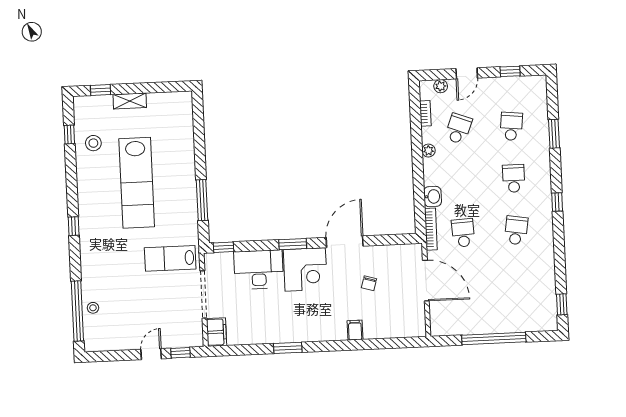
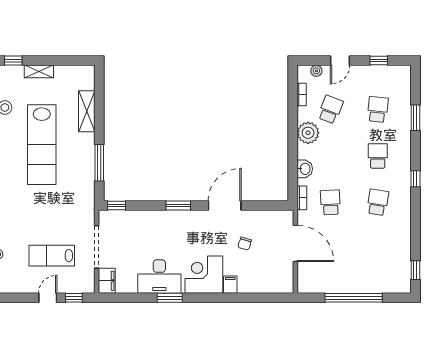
shelving: (185, 143) -> (87, 111), added
plant: (428, 151) -> (308, 133), width x1.87, depth x1.87
bookcase: (431, 229) -> (302, 198), width x0.64
lab bench: (170, 258) -> (52, 256), moved
corner desk: (305, 269) -> (204, 275), moved, turned 180
desk: (259, 270) -> (159, 277), moved, turned 180

